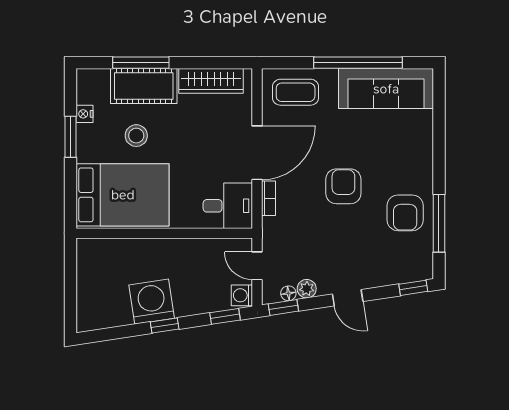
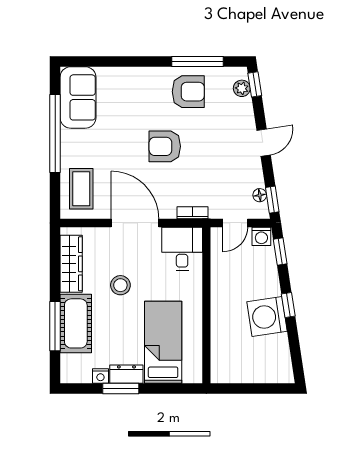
sofa: (386, 89) -> (78, 97), width x0.73
stool: (136, 136) -> (120, 285), moved
dresser: (87, 143) -> (126, 374), added
bed: (123, 195) -> (163, 342), width x0.67
bookcase: (269, 198) -> (192, 213), moved
plant: (307, 289) -> (242, 88), moved

